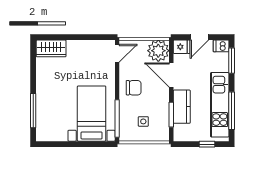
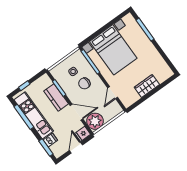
dishwasher: (221, 46) -> (50, 140), moved
wardrobe: (51, 48) -> (147, 86), moved
door: (117, 53) -> (113, 93), moved
chair: (134, 88) -> (84, 83), moved
bed with nightstands: (92, 114) -> (113, 50), width x1.36

